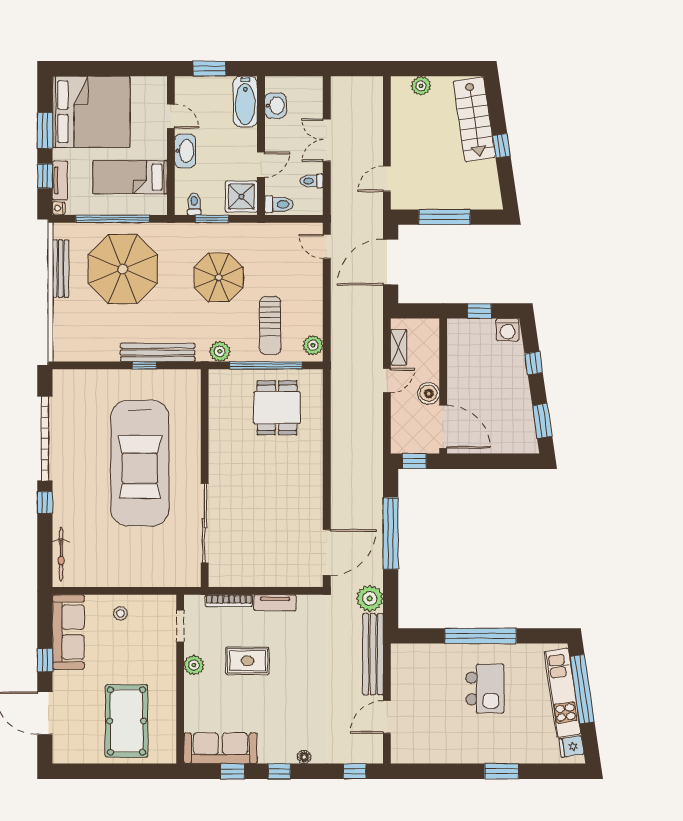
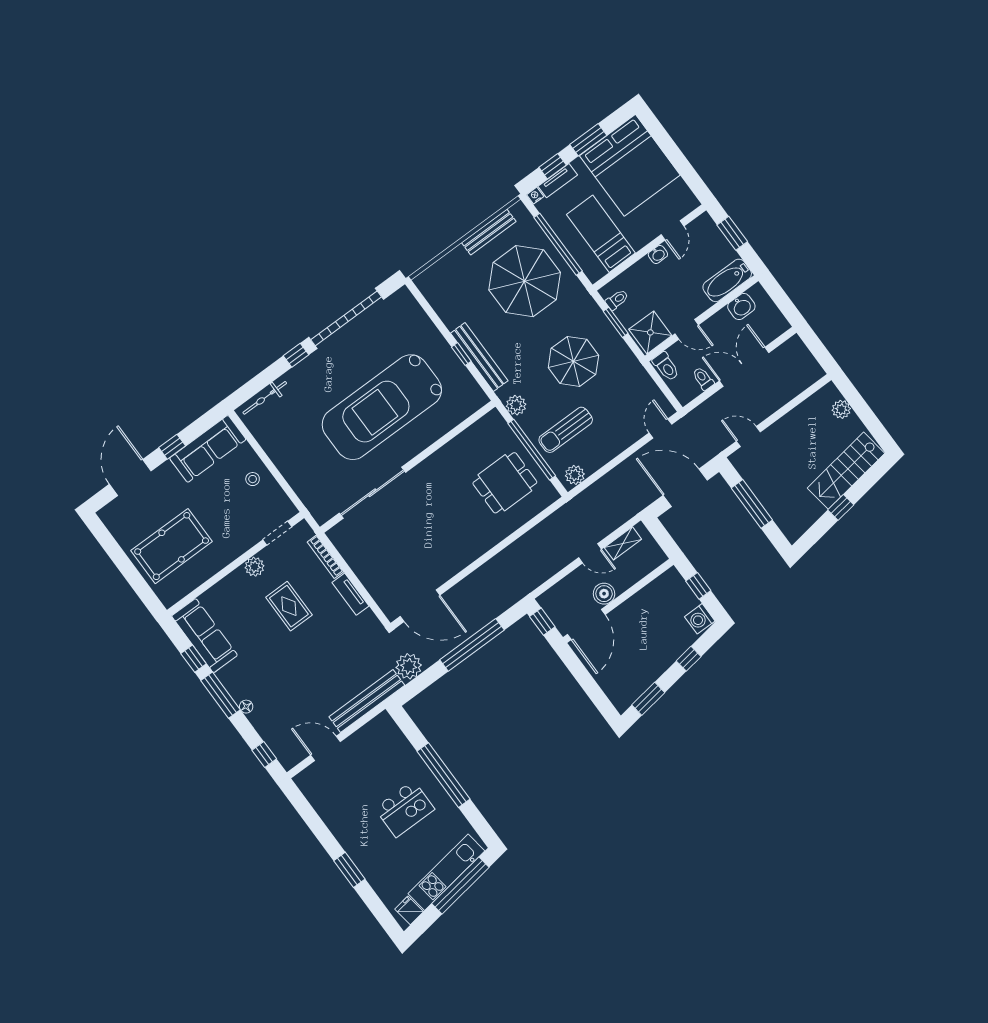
double door: (327, 140) -> (744, 367), width x1.37
washbasin: (185, 151) -> (658, 254), width x0.52, depth x0.69
window: (279, 771) -> (221, 695), width x2.17

